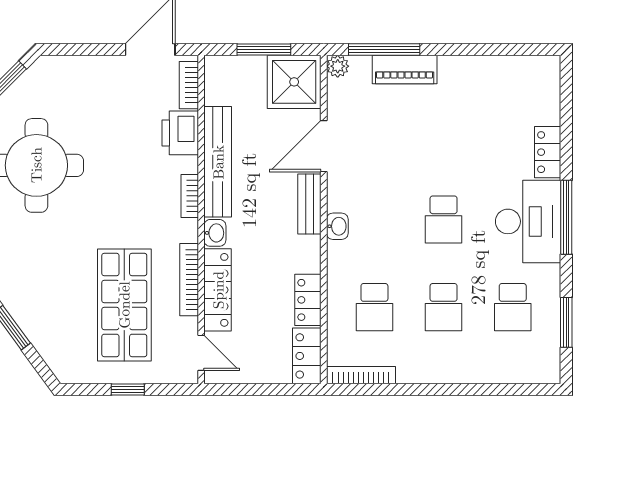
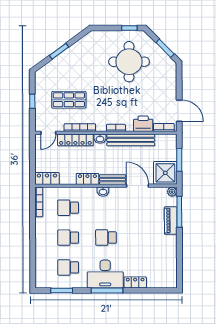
locker: (308, 300) -> (87, 179), moved
shop shelf: (124, 305) -> (69, 100), width x0.70, depth x0.74

